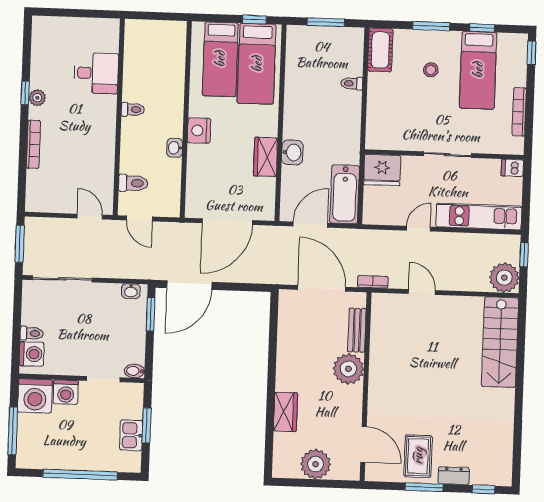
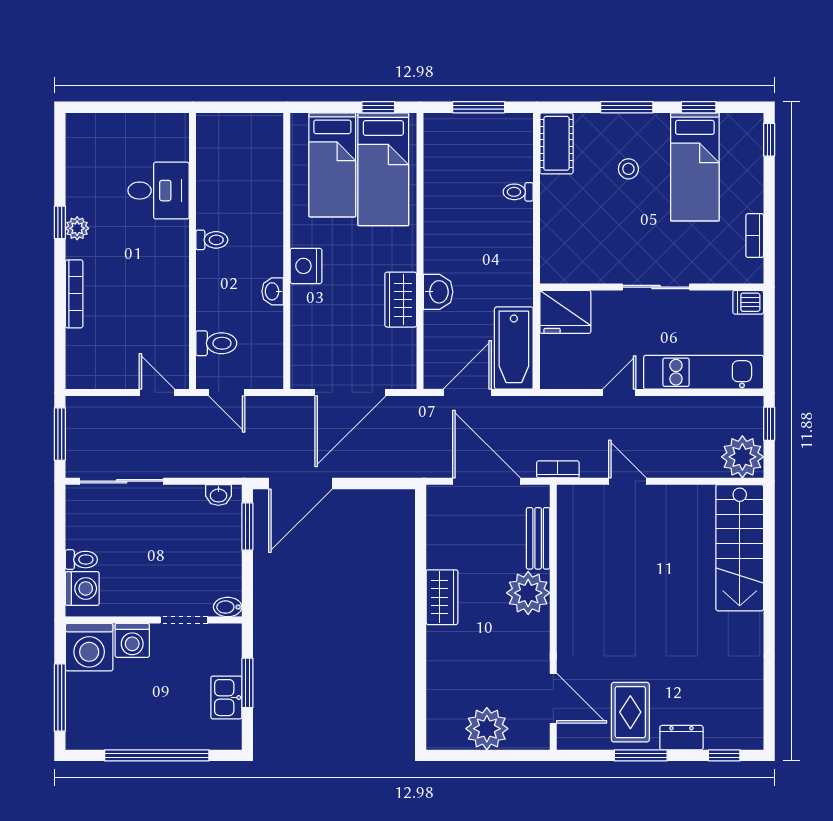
bookcase: (519, 112) -> (755, 236), width x0.64
wardrobe: (286, 412) -> (442, 597), moved

